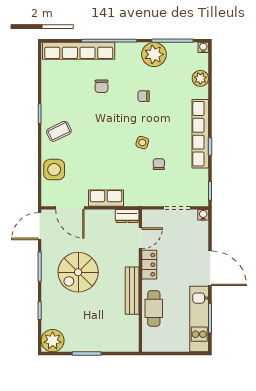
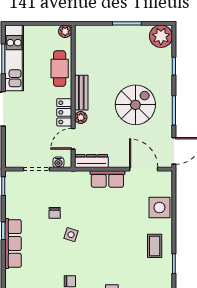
coffee table: (59, 131) -> (155, 246), turned -64
row of seats: (200, 134) -> (13, 243), width x0.73
water cooler: (203, 215) -> (58, 162), moved
dresser: (127, 216) -> (91, 161), width x1.44
plant: (133, 259) -> (81, 118), added
bench: (132, 291) -> (81, 93), width x0.73
plant: (148, 346) -> (65, 31), added

